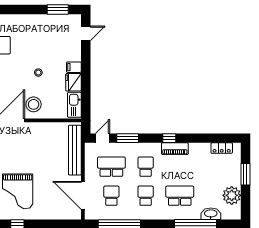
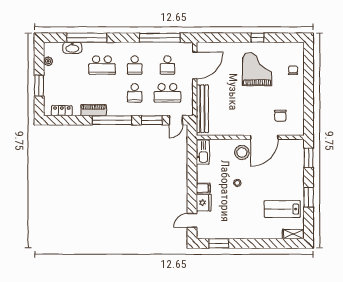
fridge: (73, 82) -> (204, 203), moved
window: (169, 138) -> (112, 120), width x3.17
piano: (175, 149) -> (93, 110), moved
door: (83, 195) -> (195, 65), hinge flipped
plant: (232, 195) -> (48, 61), width x0.53, depth x0.53

